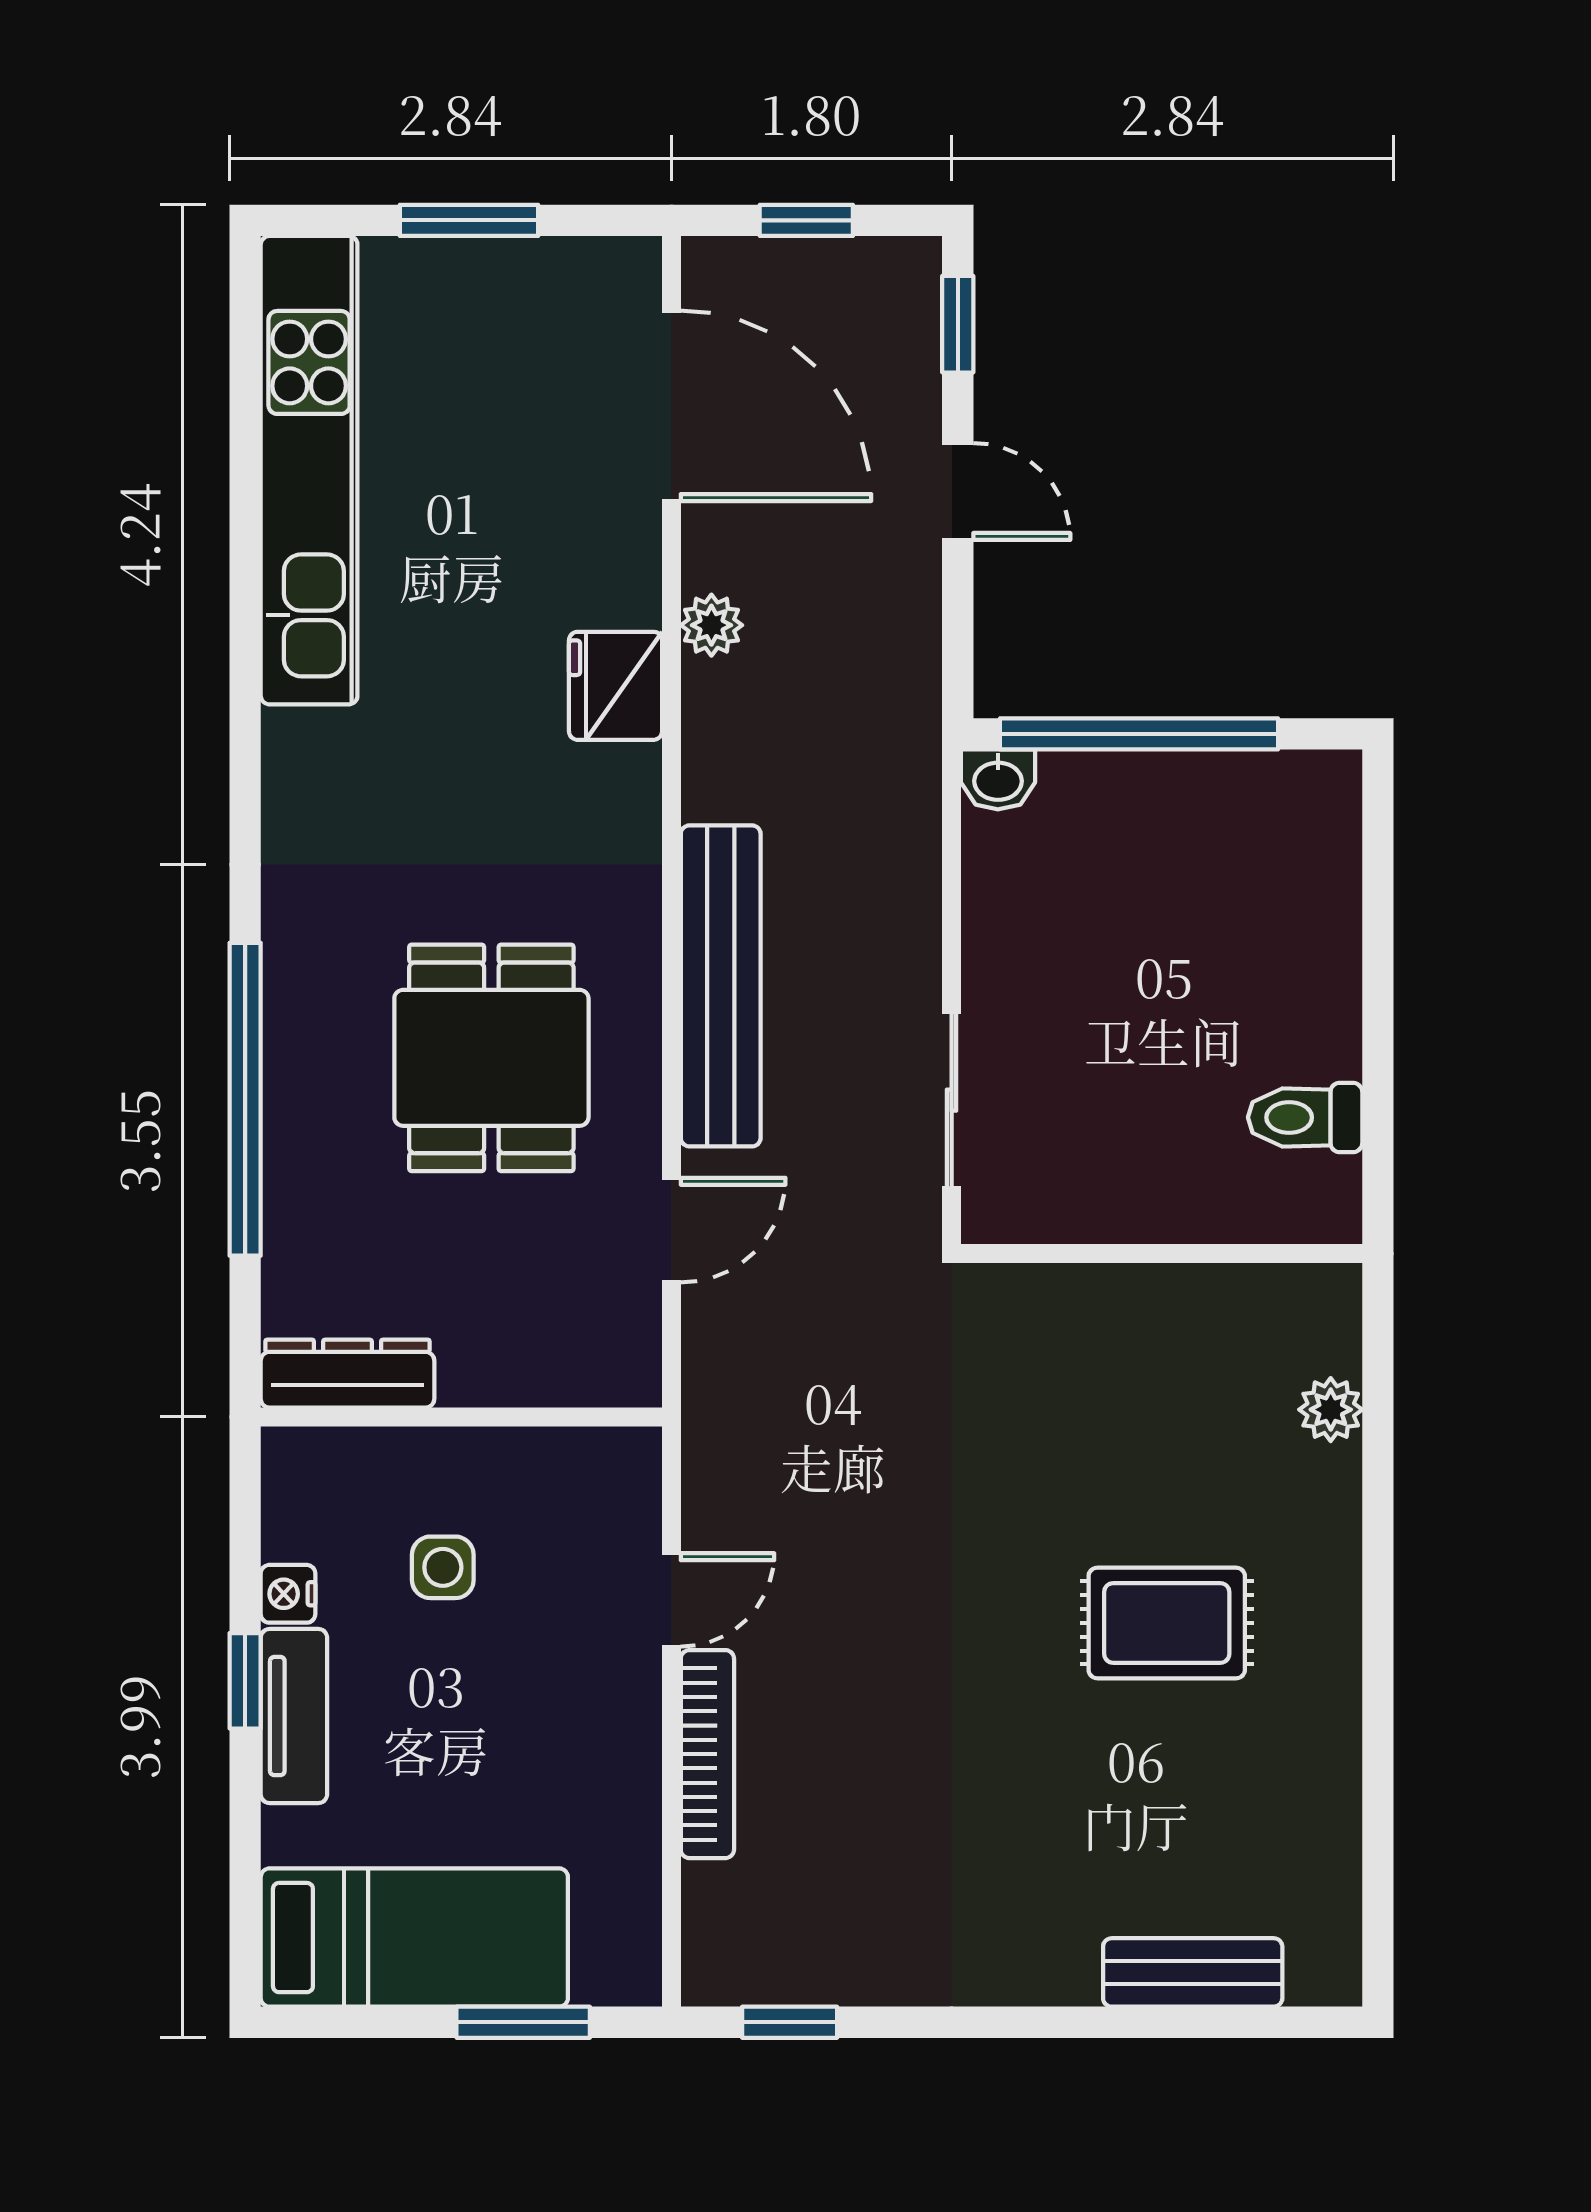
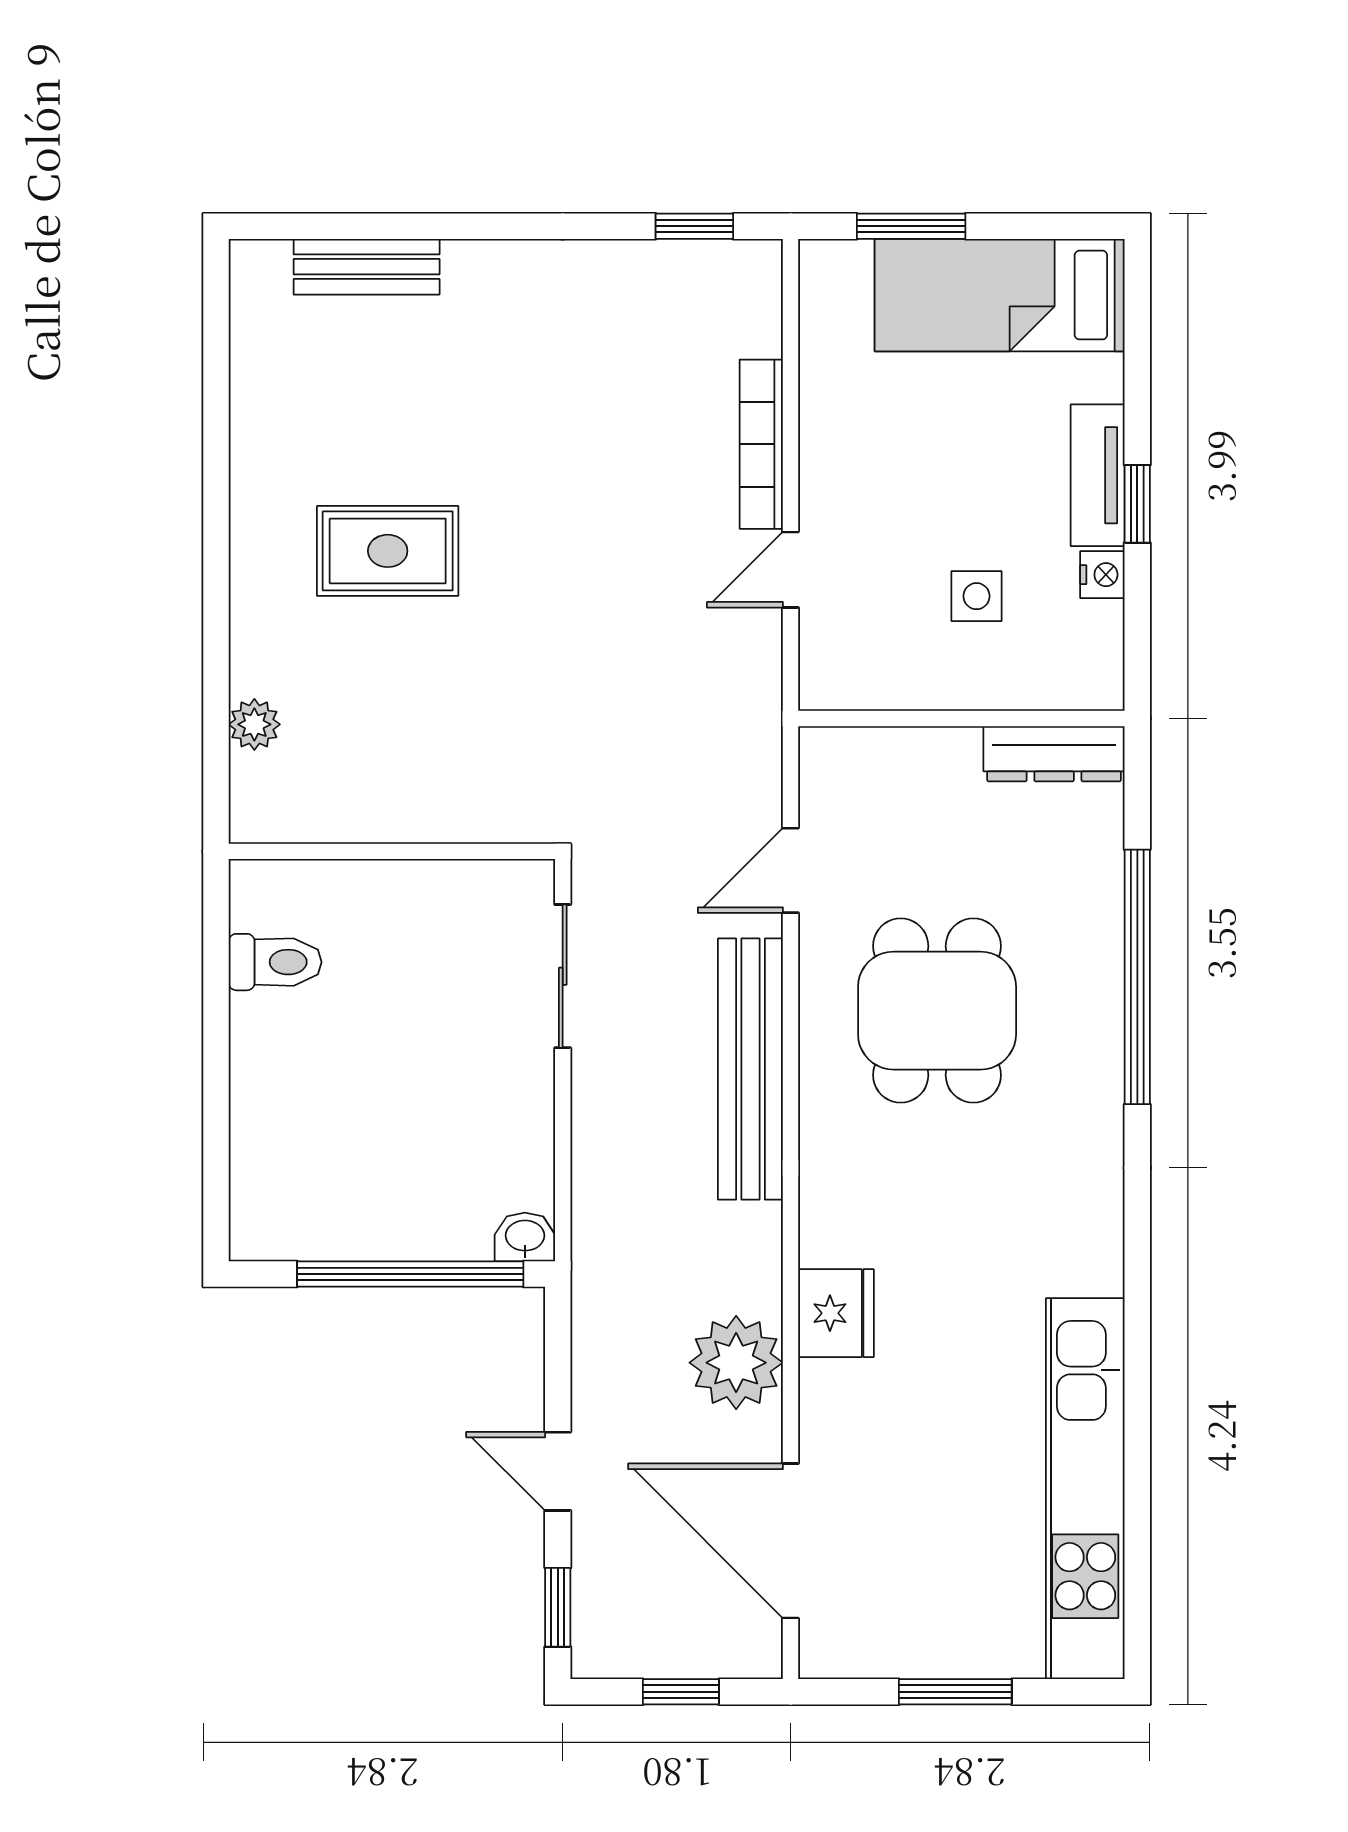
plant: (711, 625) -> (736, 1363), width x1.88, depth x1.88

